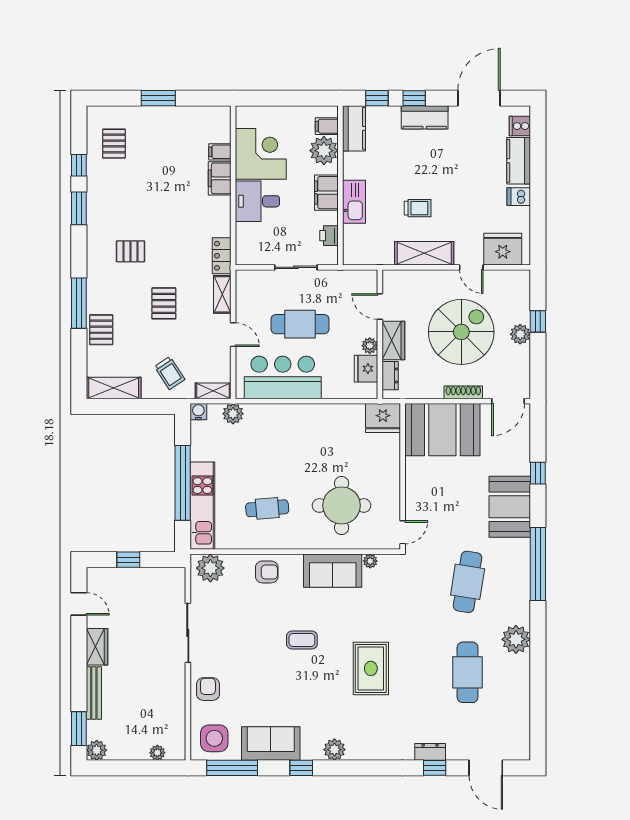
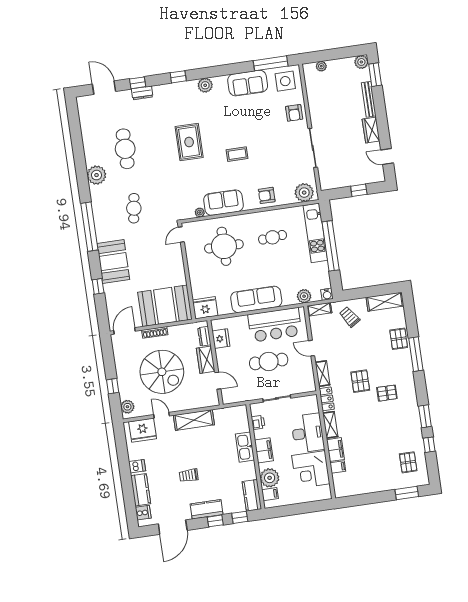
window: (158, 98) -> (407, 493), moved
desk: (257, 201) -> (308, 433), width x1.37
trolley: (418, 208) -> (189, 475), moved
shelving: (222, 216) -> (330, 425), added
pallet: (164, 303) -> (360, 381), moved
spiral stairs: (461, 332) -> (162, 372), turned -90
plant: (520, 334) -> (127, 407), moved
plant: (370, 346) -> (221, 354), removed
sofa: (305, 419) -> (256, 299), added
cafe table: (468, 582) -> (134, 208), width x0.73, depth x0.74
window: (301, 768) -> (178, 77), moved

